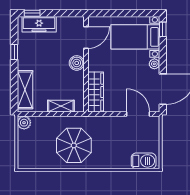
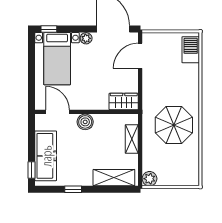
freezer: (39, 24) -> (46, 156), width x1.36, depth x1.26
wardrobe: (96, 92) -> (124, 101), width x0.67

